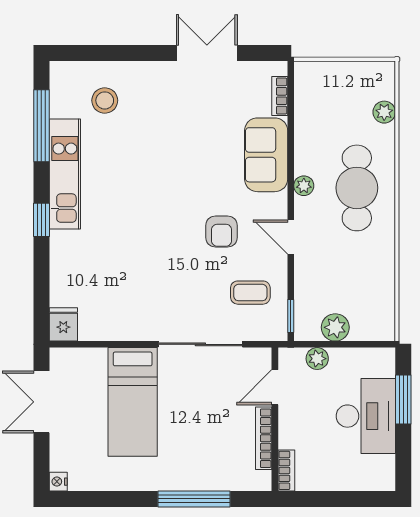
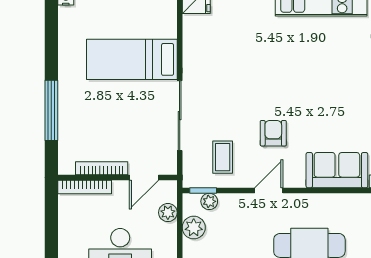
plant: (304, 186) -> (209, 201), moved
armchair: (222, 232) -> (273, 133), turned 90
door: (275, 387) -> (144, 177), swing flipped
bookcase: (286, 470) -> (85, 187), width x1.56

